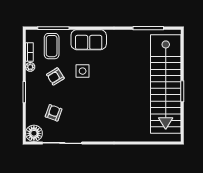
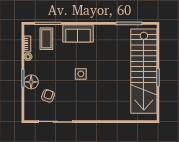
side table: (83, 71) -> (81, 74), moved
armchair: (55, 76) -> (49, 65), removed
floor lamp: (34, 133) -> (31, 82), moved

